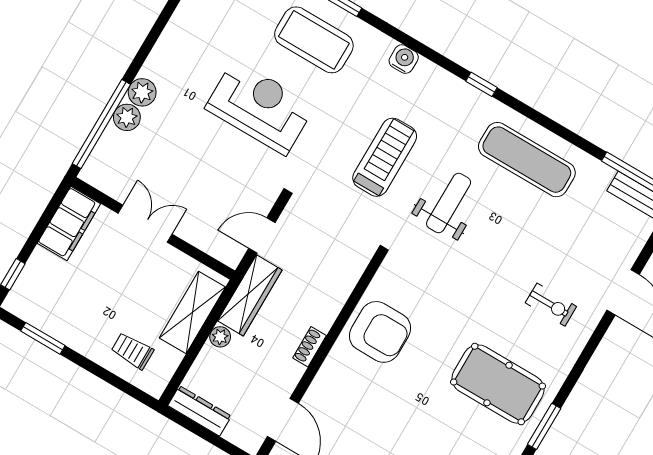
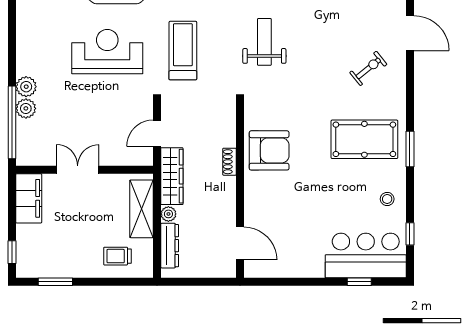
treadmill: (385, 157) -> (183, 51), moved
exercise bike: (551, 305) -> (368, 68), turned -39
shoe rack: (310, 347) -> (230, 162), moved
dresser: (200, 411) -> (170, 246), moved, turned 90

